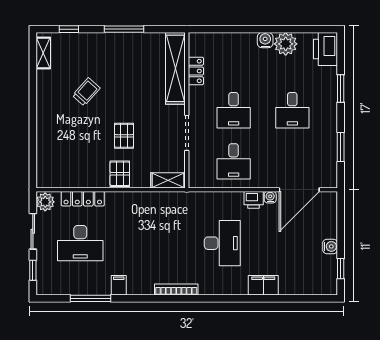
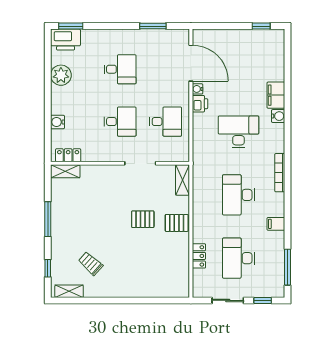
water cooler: (265, 40) -> (58, 122), moved
shelving: (175, 68) -> (65, 171), width x0.45, depth x0.75
locker: (196, 71) -> (68, 155), moved
window: (341, 88) -> (71, 26), moved
trolley: (86, 92) -> (91, 263), moved
locker: (83, 199) -> (199, 256), width x0.66
plant: (45, 202) -> (202, 289), removed
desk: (80, 243) -> (238, 258), turned 180
desk: (151, 243) -> (238, 195), added
water cooler: (330, 246) -> (278, 116), moved, turned 90
window: (90, 298) -> (288, 267), moved

